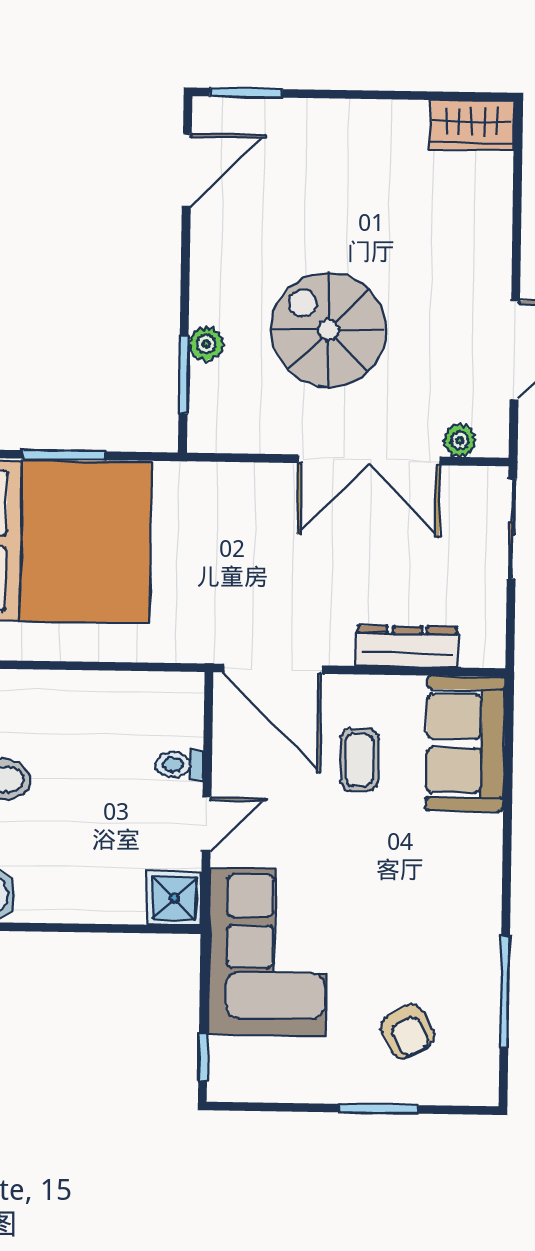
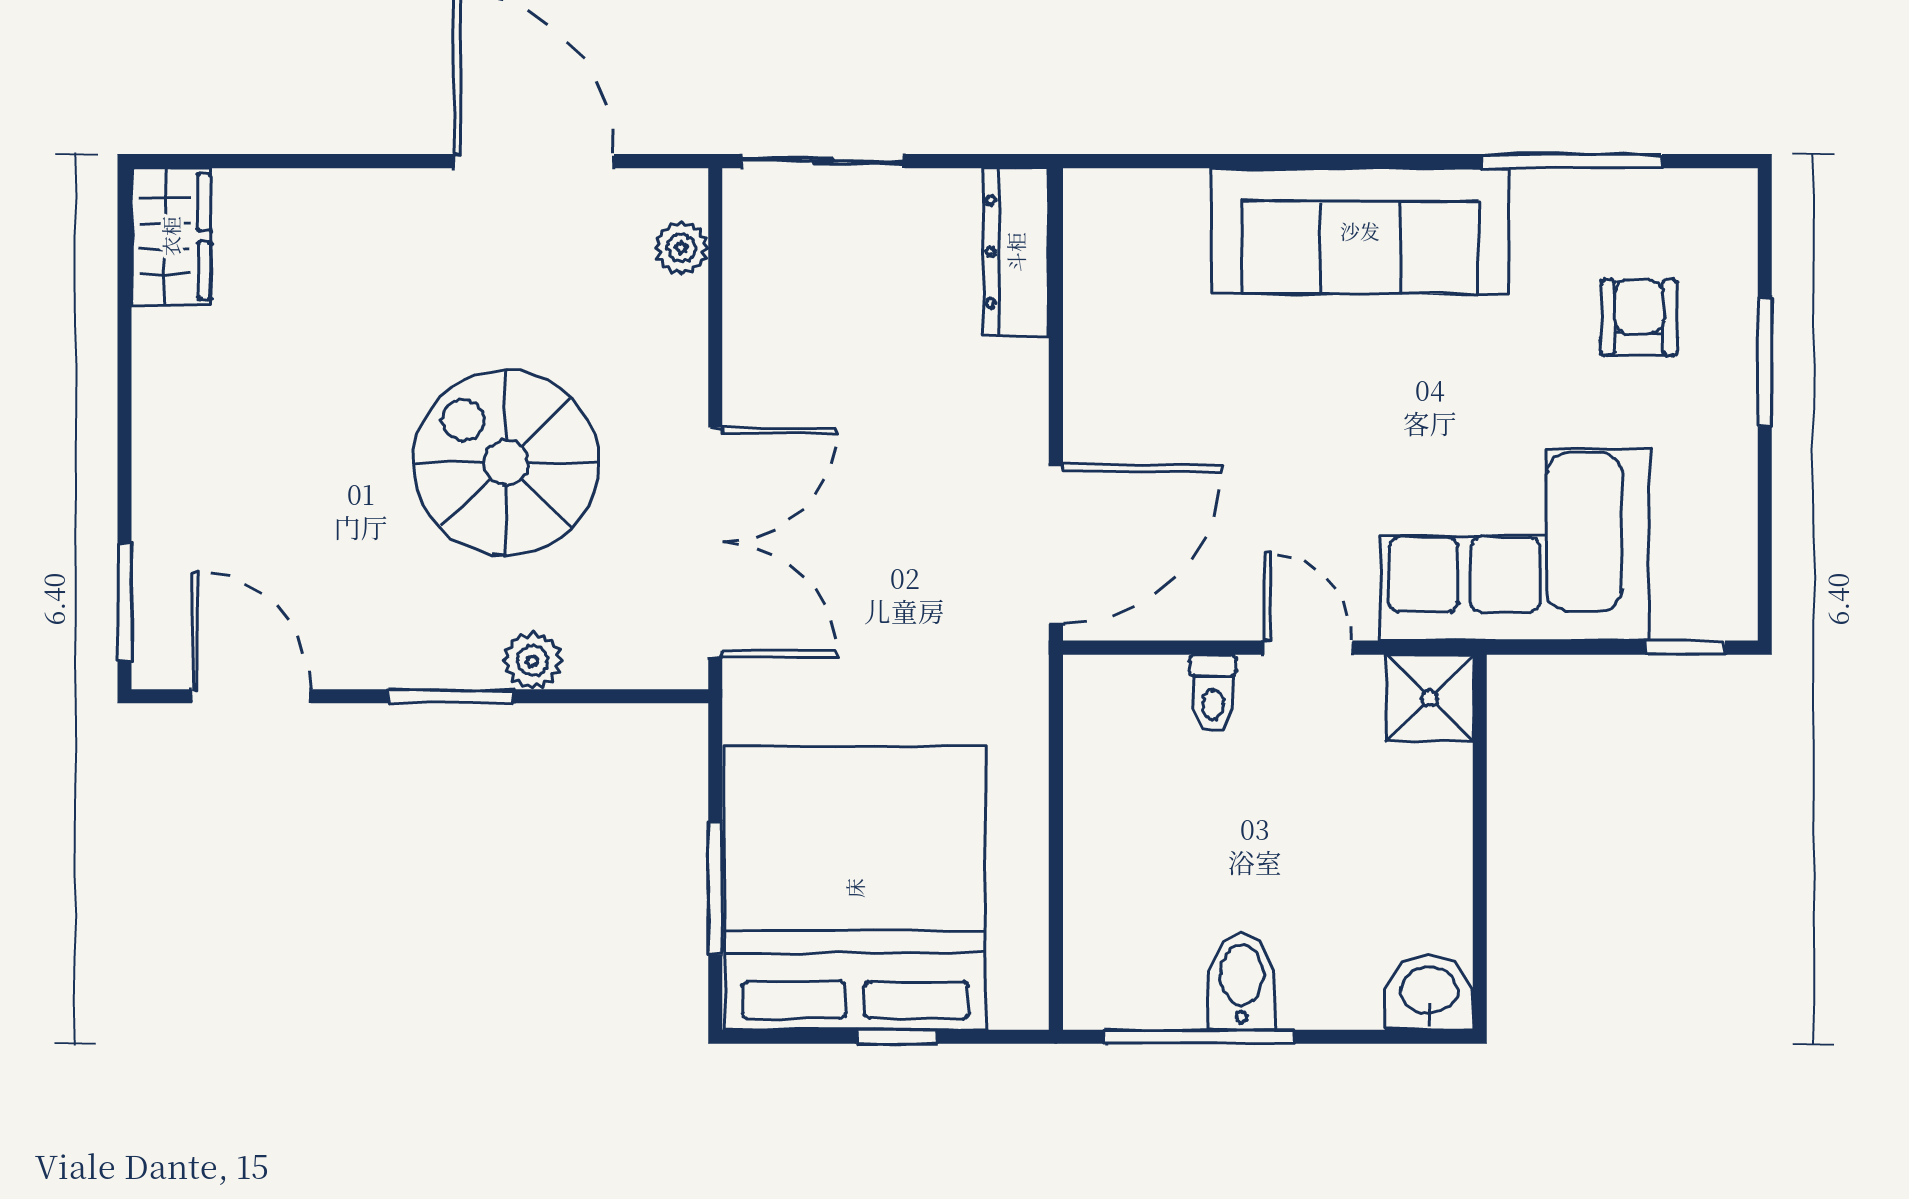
spiral stairs: (329, 330) -> (506, 463), turned 90
window: (184, 375) -> (451, 696), moved
double door: (369, 460) -> (715, 542), moved
dresser: (407, 646) -> (1016, 252), moved
sofa: (465, 744) -> (1360, 231), moved, width x1.36
coffee table: (359, 760) -> (1200, 402), removed
armchair: (407, 1031) -> (1639, 317), turned -61

